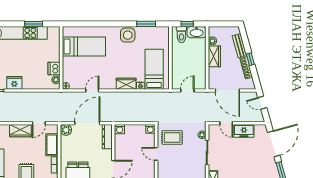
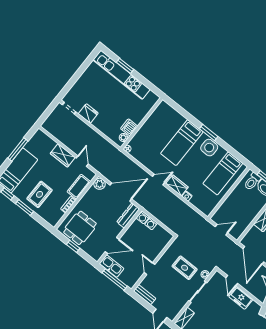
window: (34, 24) -> (125, 66), moved
window: (146, 24) -> (209, 133), moved
bed: (84, 46) -> (182, 143), moved, turned 90
bed: (154, 69) -> (223, 173), moved, turned 180
door: (92, 91) -> (159, 180), moved
door: (39, 123) -> (82, 161), swing flipped
washing machine: (150, 129) -> (151, 224), moved
rug: (172, 137) -> (185, 268), moved
door: (156, 154) -> (150, 269), moved

